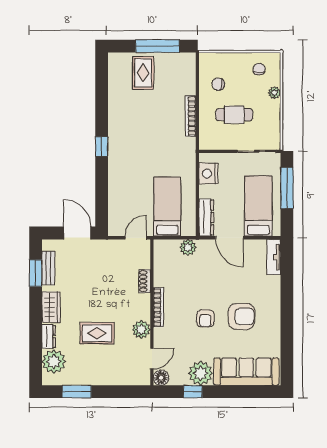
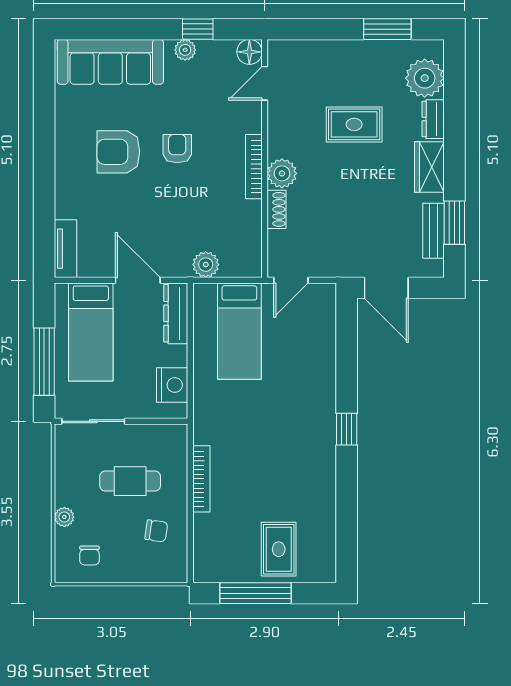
plant: (141, 330) -> (282, 173), moved
plant: (201, 373) -> (185, 50), width x0.53, depth x0.53

